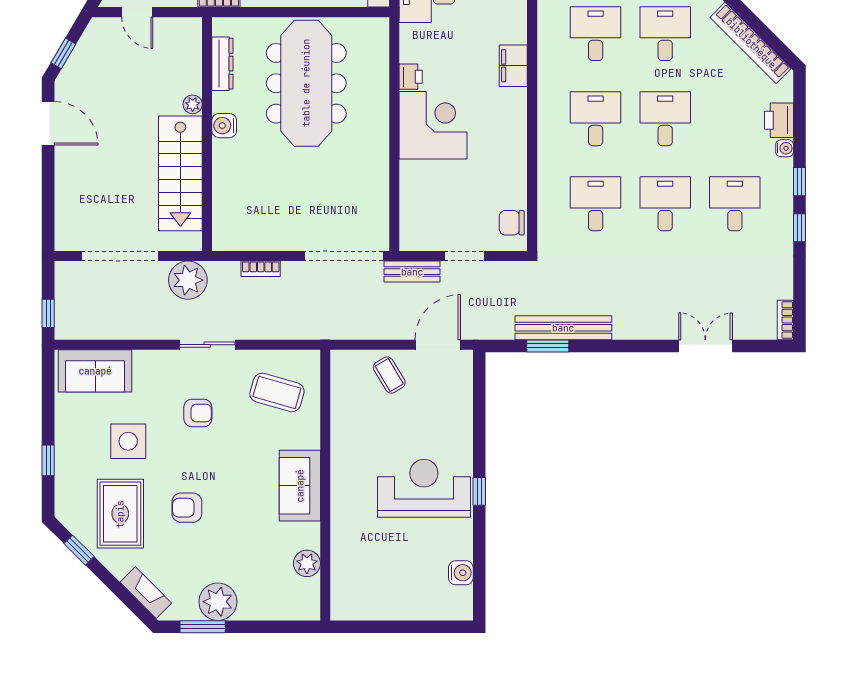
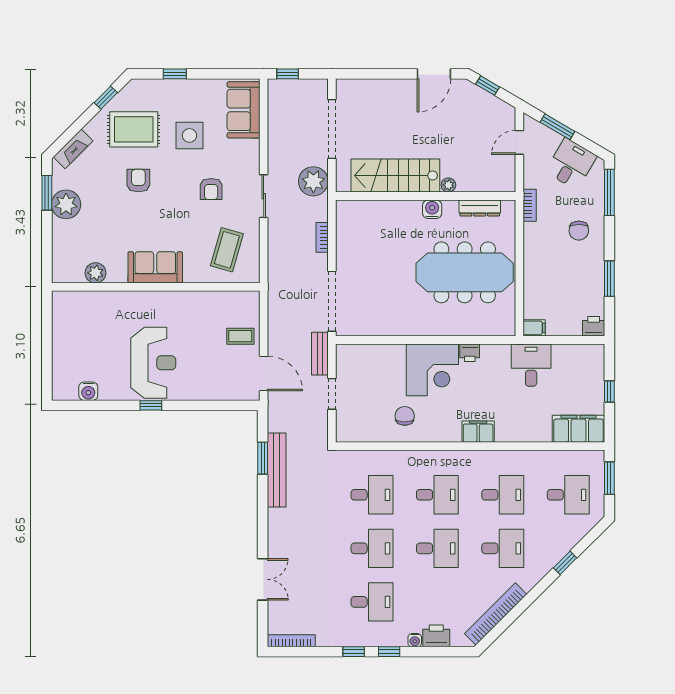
chair: (512, 223) -> (405, 416), moved
bookcase: (785, 320) -> (291, 641), width x1.56
coffee table: (389, 375) -> (240, 336), turned 31

